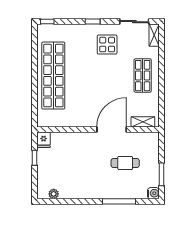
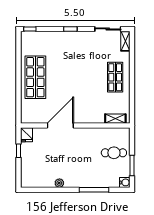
display table: (107, 45) -> (83, 50), removed
shop shelf: (53, 76) -> (35, 77), width x0.71
door: (112, 129) -> (60, 125), moved
cafe table: (125, 163) -> (114, 153), moved
plant: (54, 194) -> (59, 183), moved

